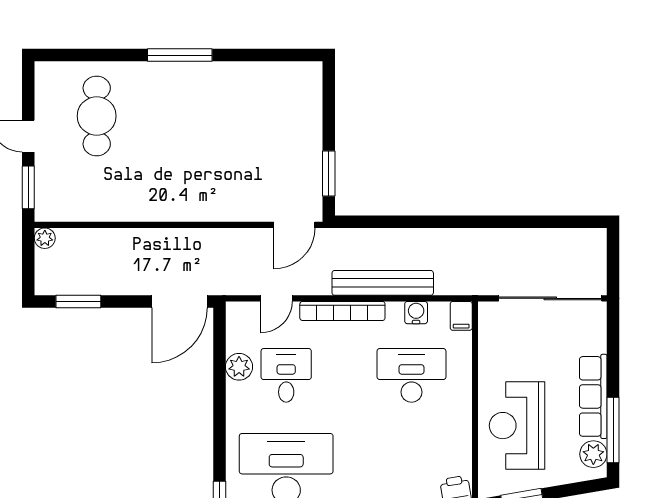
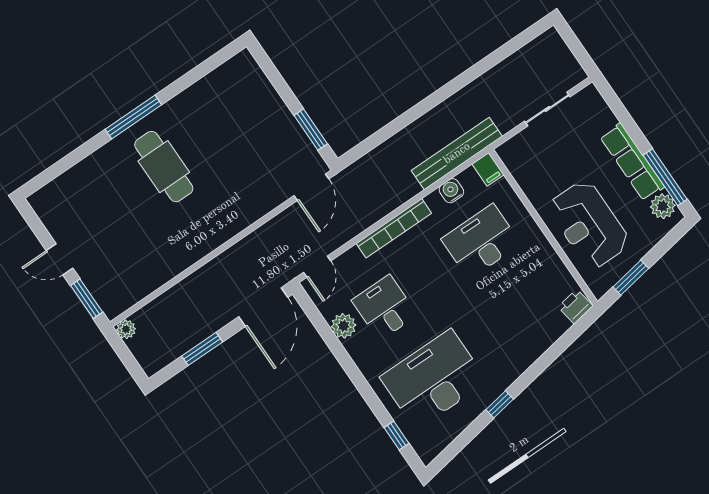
cafe table: (97, 116) -> (164, 167), moved
bench: (383, 283) -> (457, 153), moved
door: (276, 298) -> (317, 267), moved
sliding door: (550, 298) -> (547, 109), width x0.54
window: (78, 302) -> (202, 349), moved

